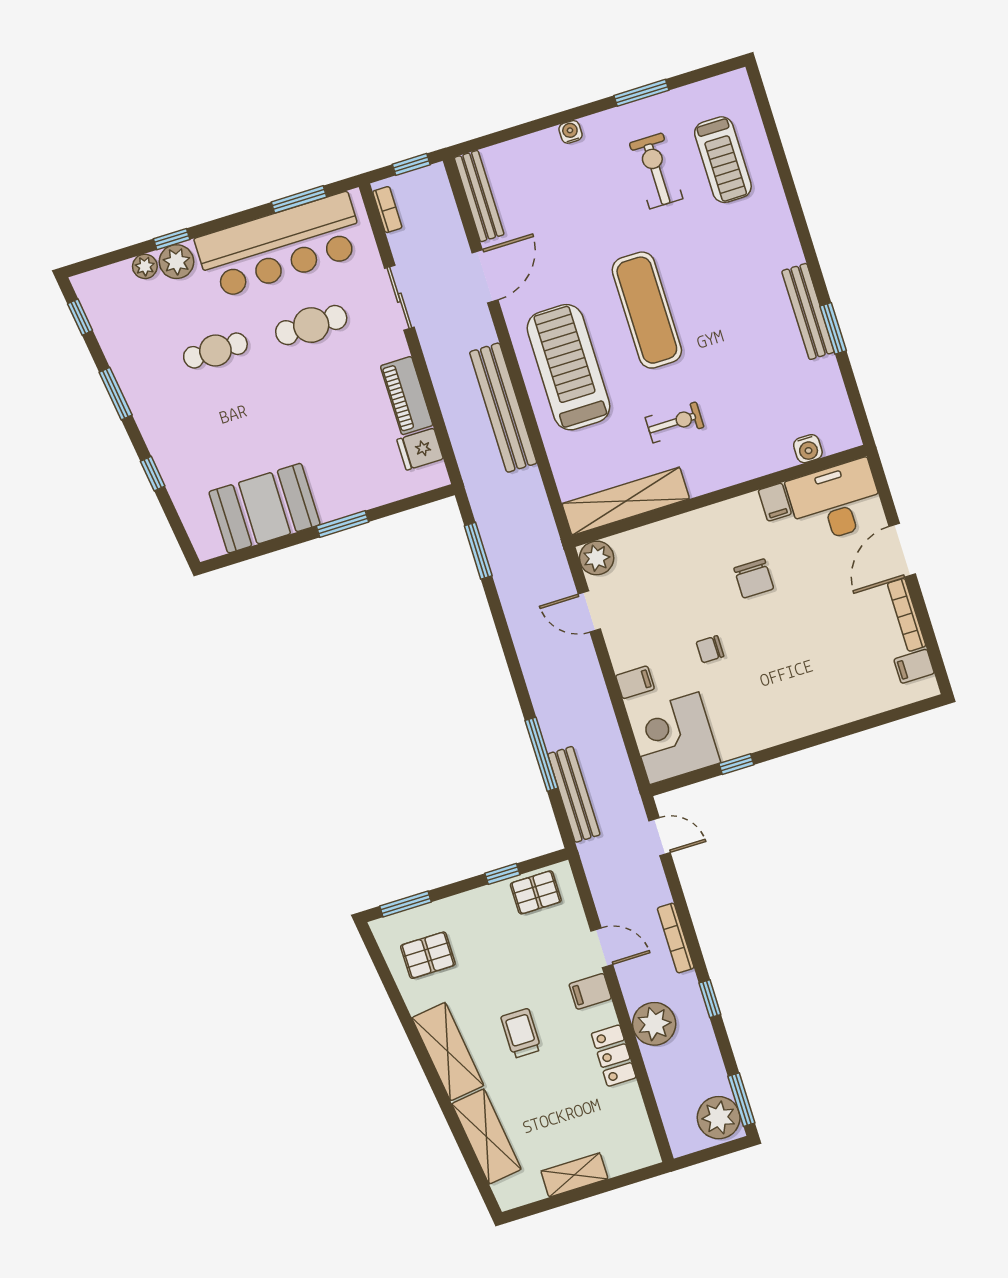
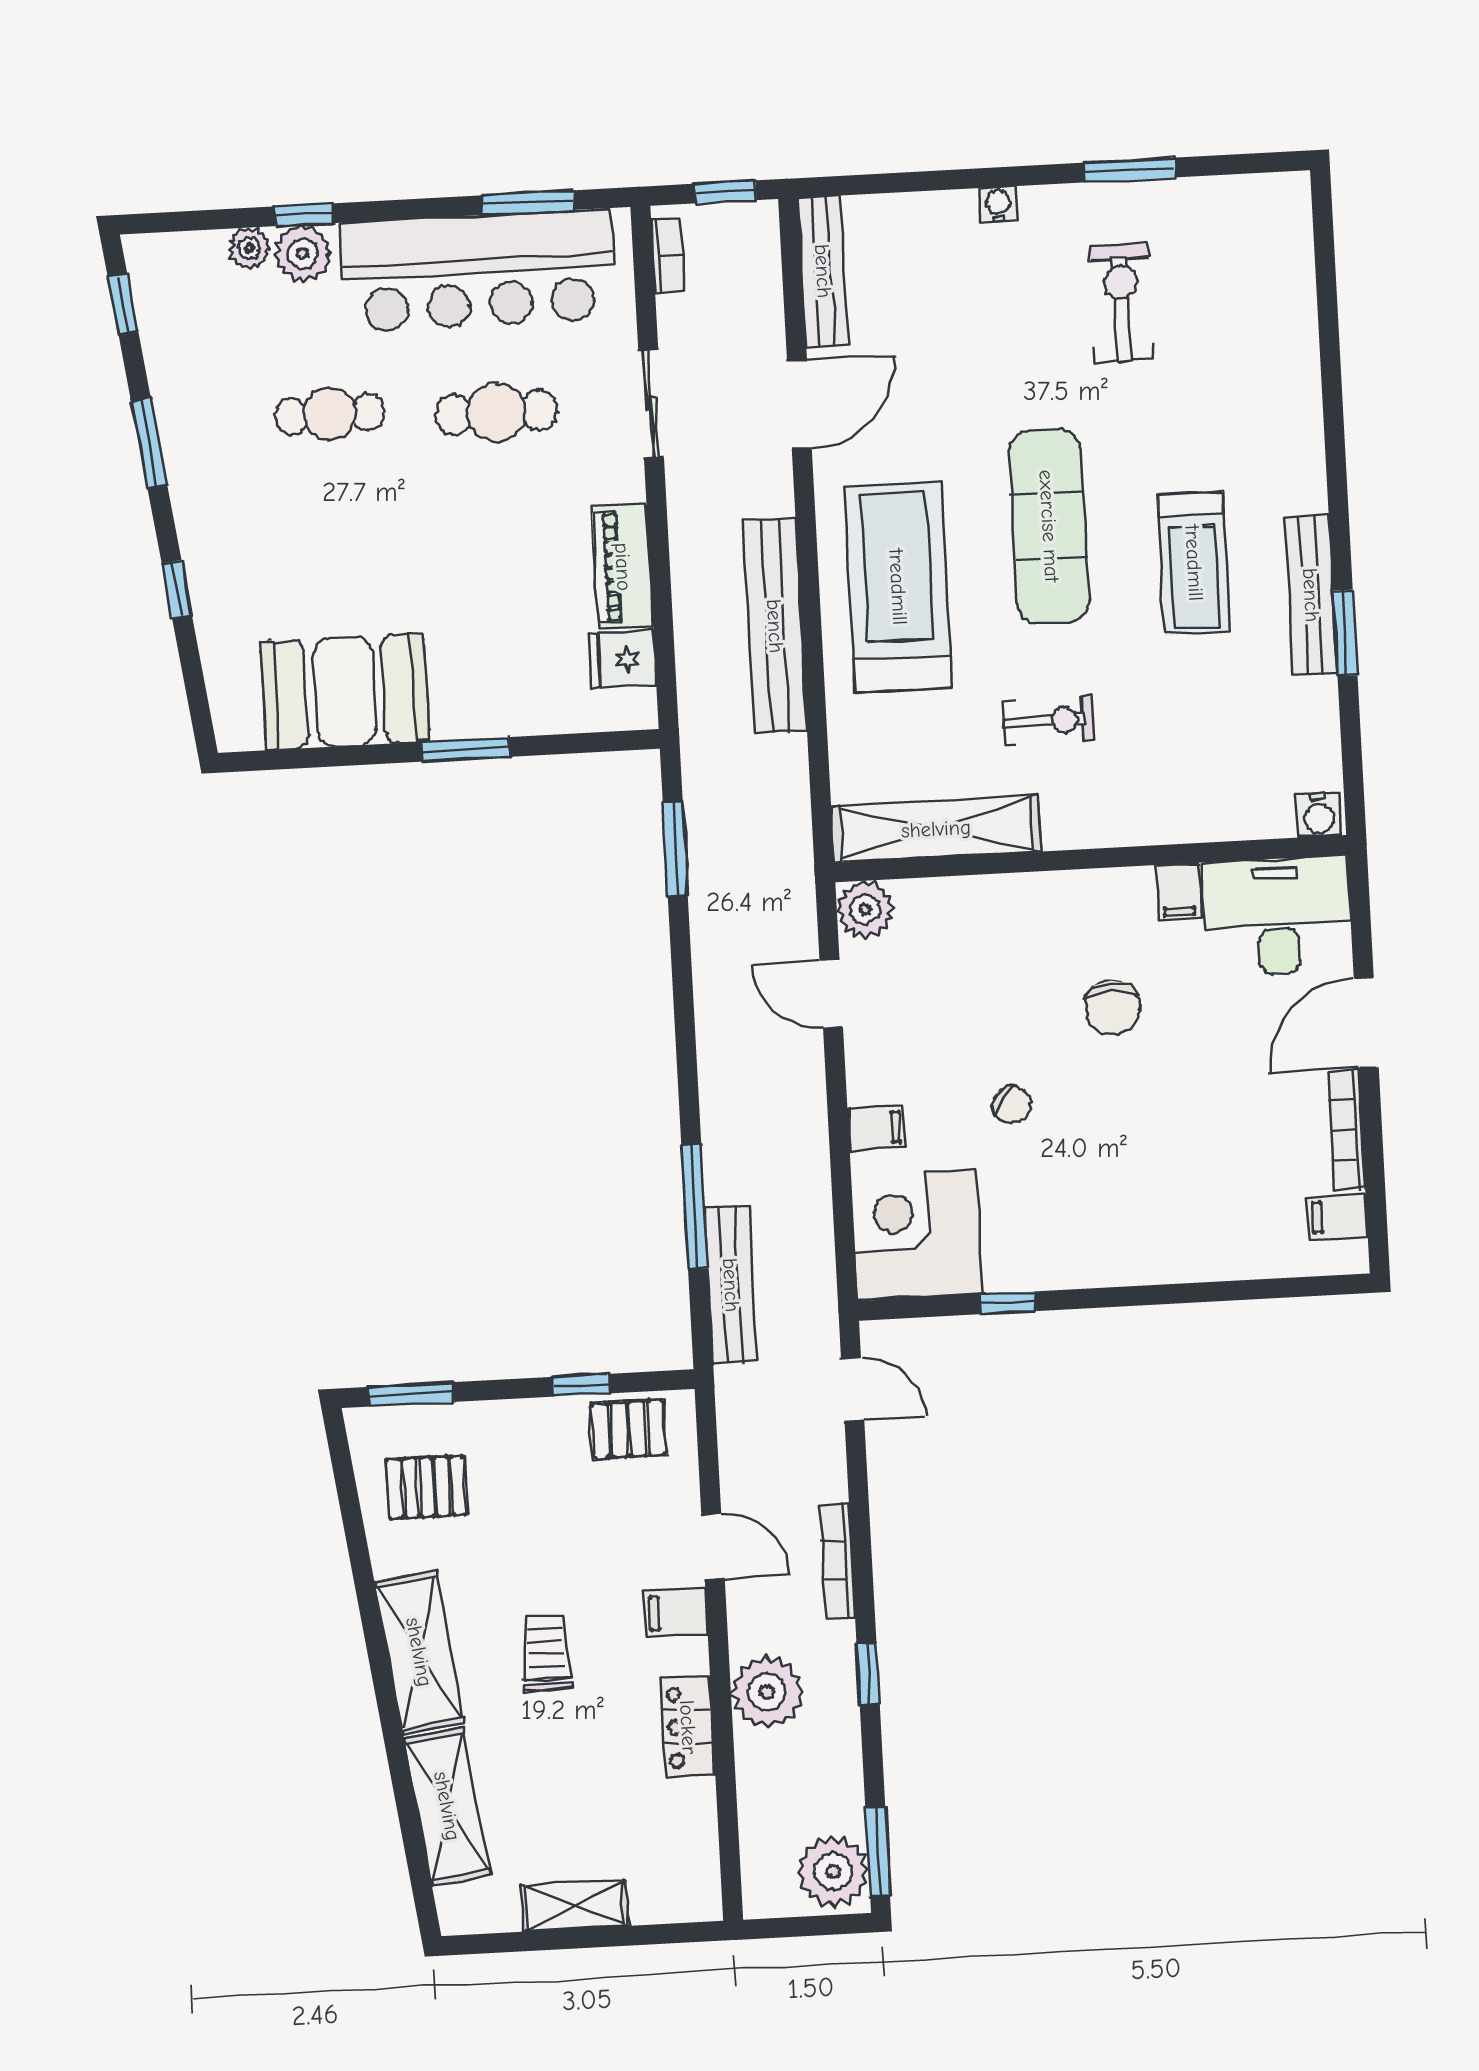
treadmill: (723, 160) -> (1194, 563), moved
water cooler: (808, 449) -> (1319, 815), moved
chair: (710, 649) -> (1012, 1105), turned -140

